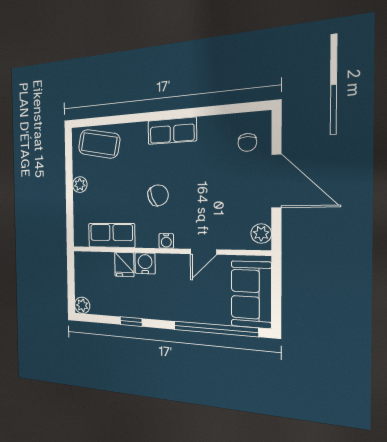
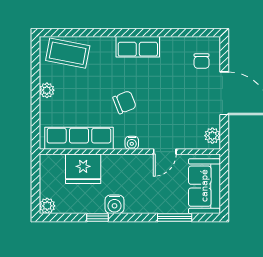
row of seats: (111, 235) -> (79, 138), width x1.48
water cooler: (145, 263) -> (115, 204), moved, turned 180
fridge: (124, 264) -> (83, 169), width x1.88, depth x1.34
window: (215, 329) -> (175, 218), width x0.47

